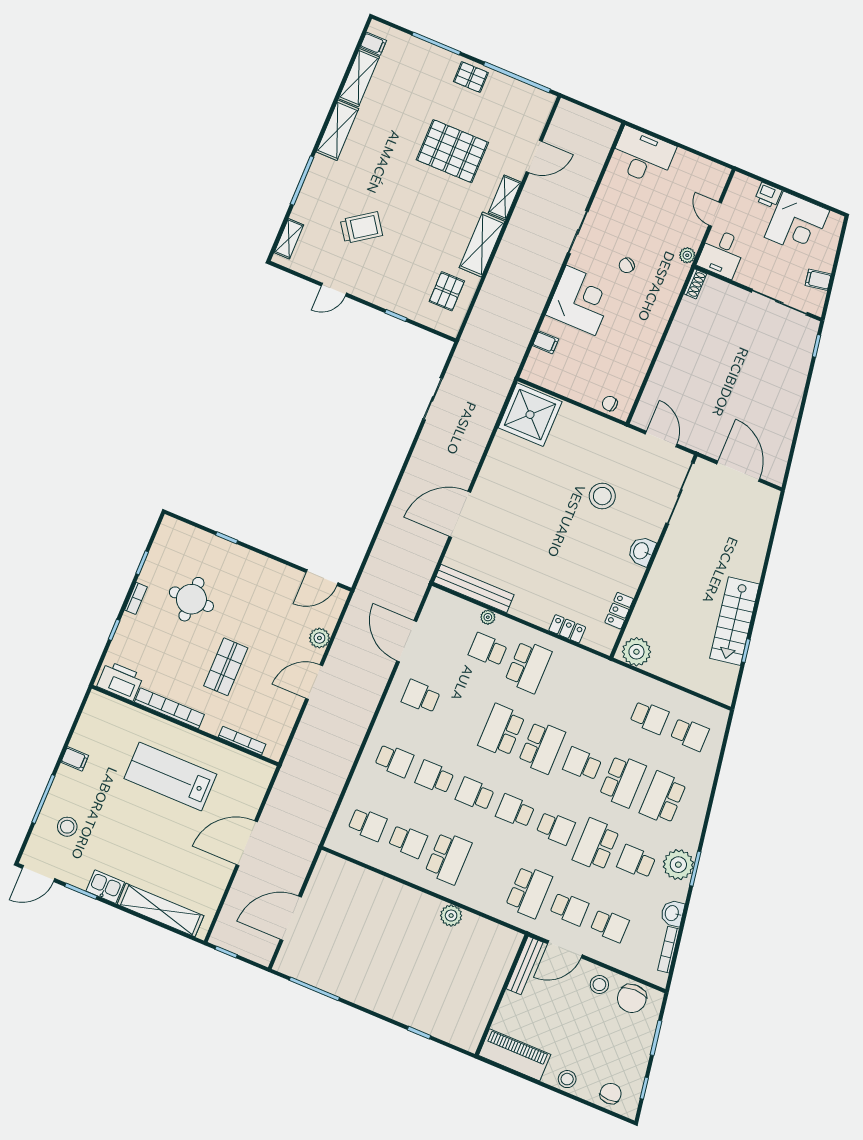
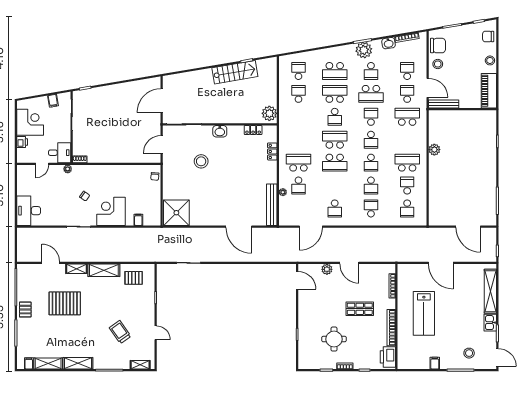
pallet: (452, 151) -> (65, 303), turned 90
school desk: (367, 824) -> (407, 208), turned 180

